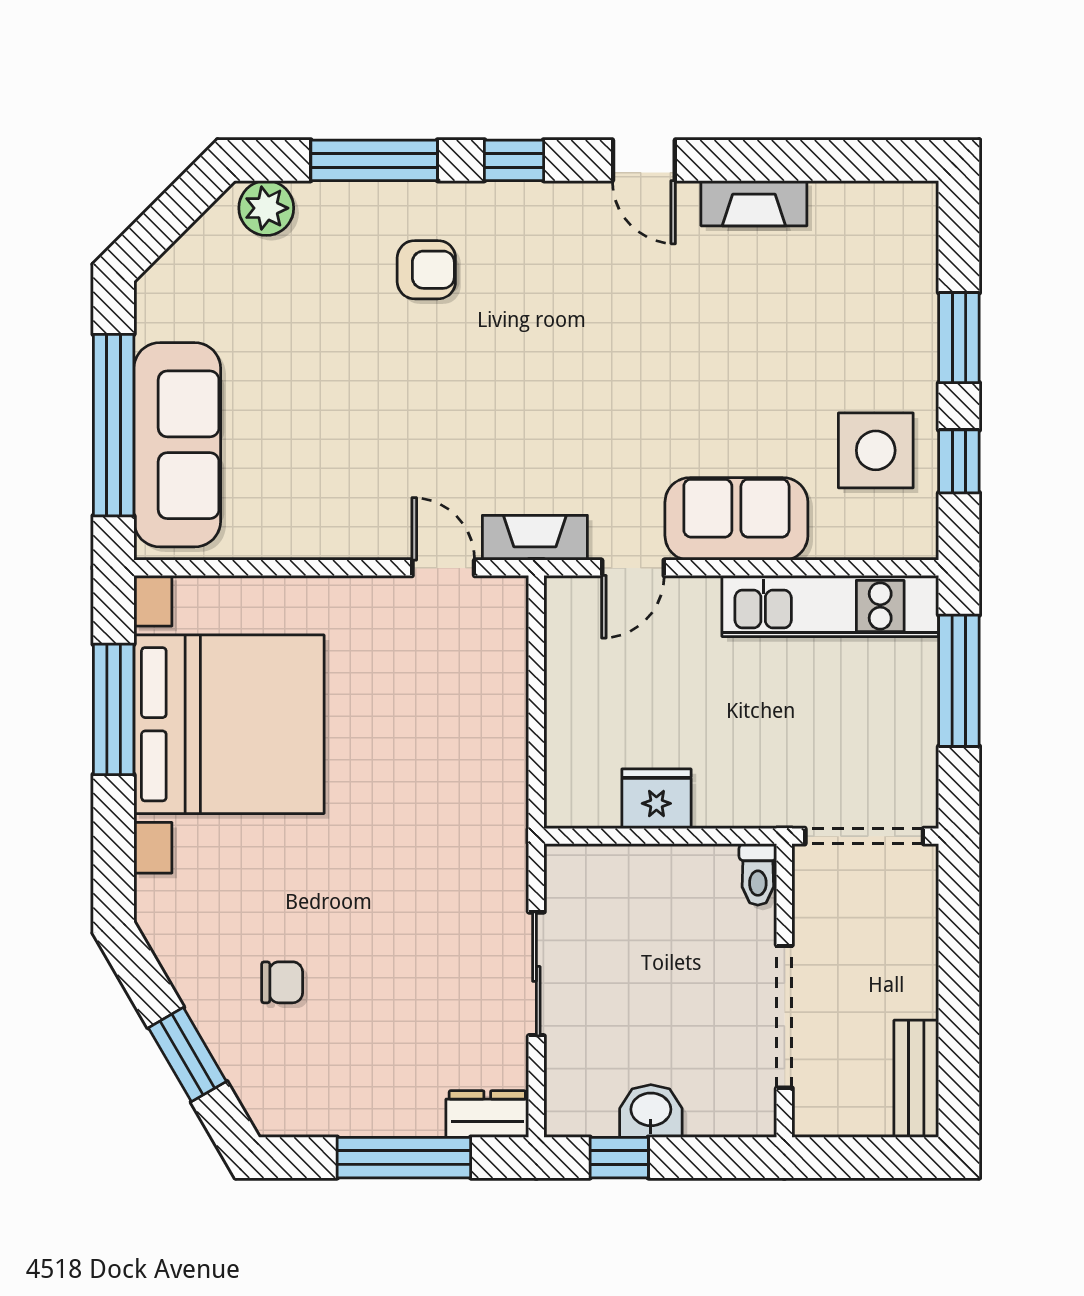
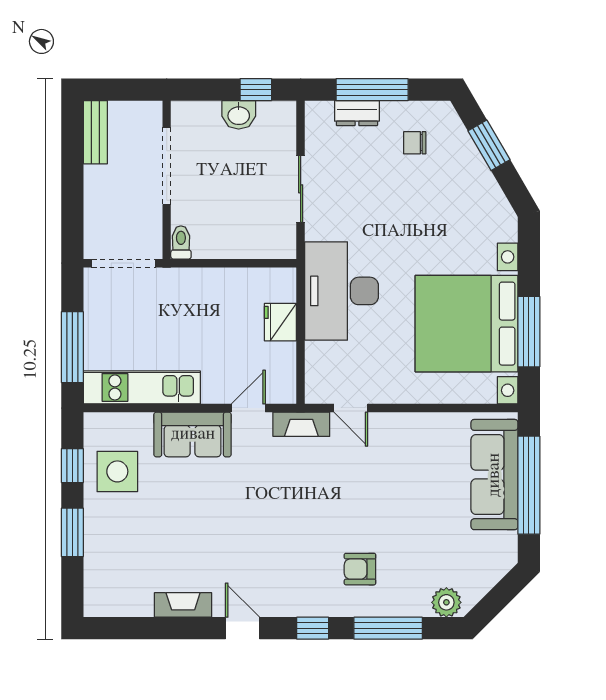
desk: (460, 785) -> (342, 291), added
fridge: (656, 799) -> (280, 322), moved, turned 90
chair: (282, 982) -> (415, 143), moved
dresser: (487, 1114) -> (357, 113), moved

